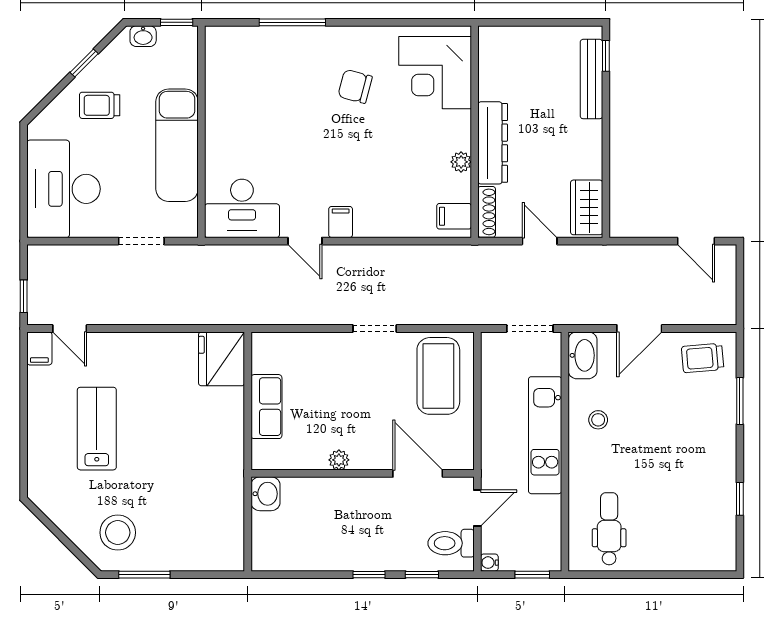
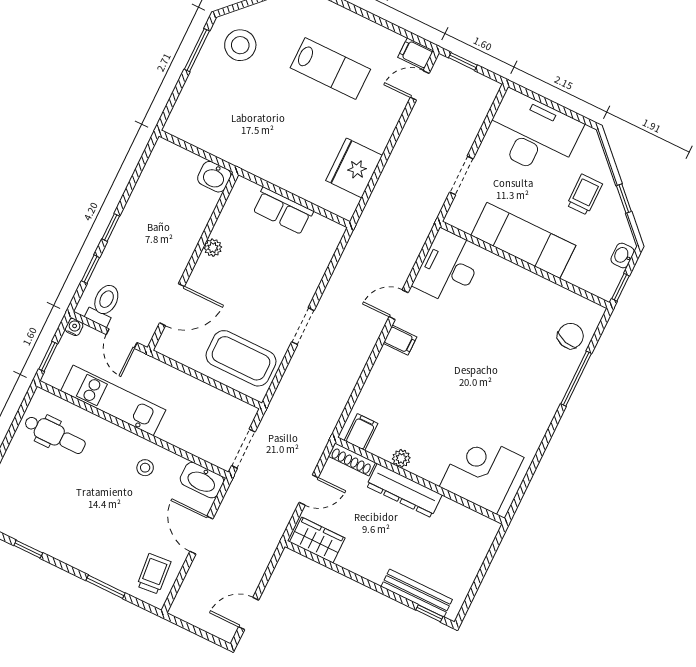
chair: (355, 86) -> (570, 336), moved
fridge: (222, 359) -> (354, 168), moved, turned -90
kitchen unit: (545, 435) -> (113, 400), moved

